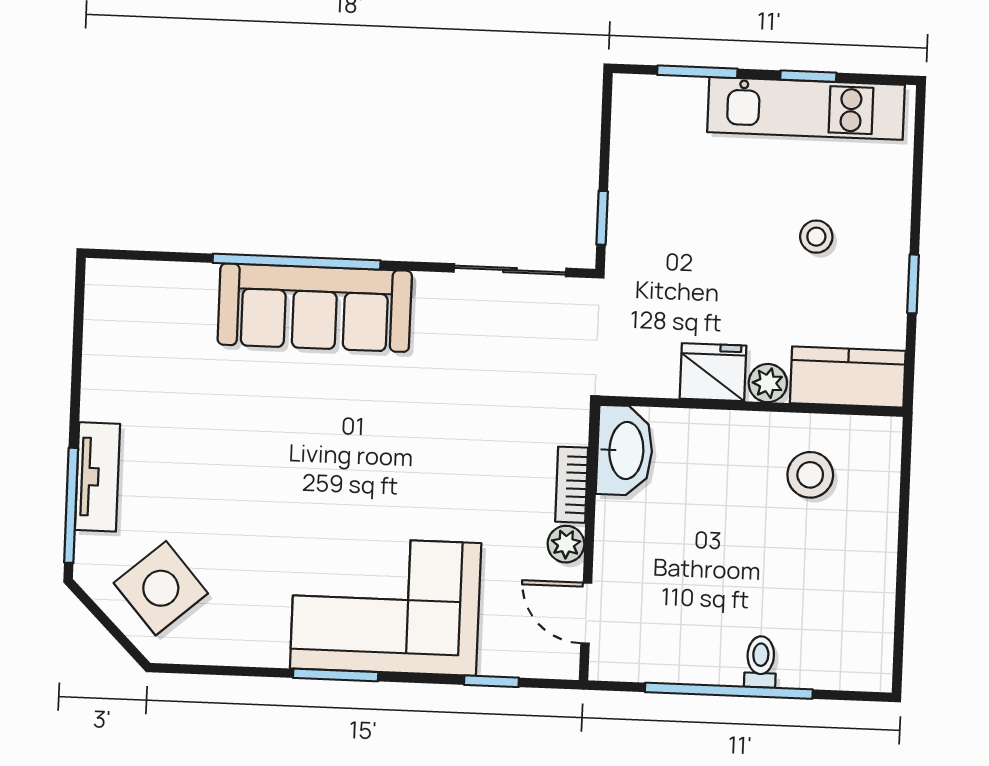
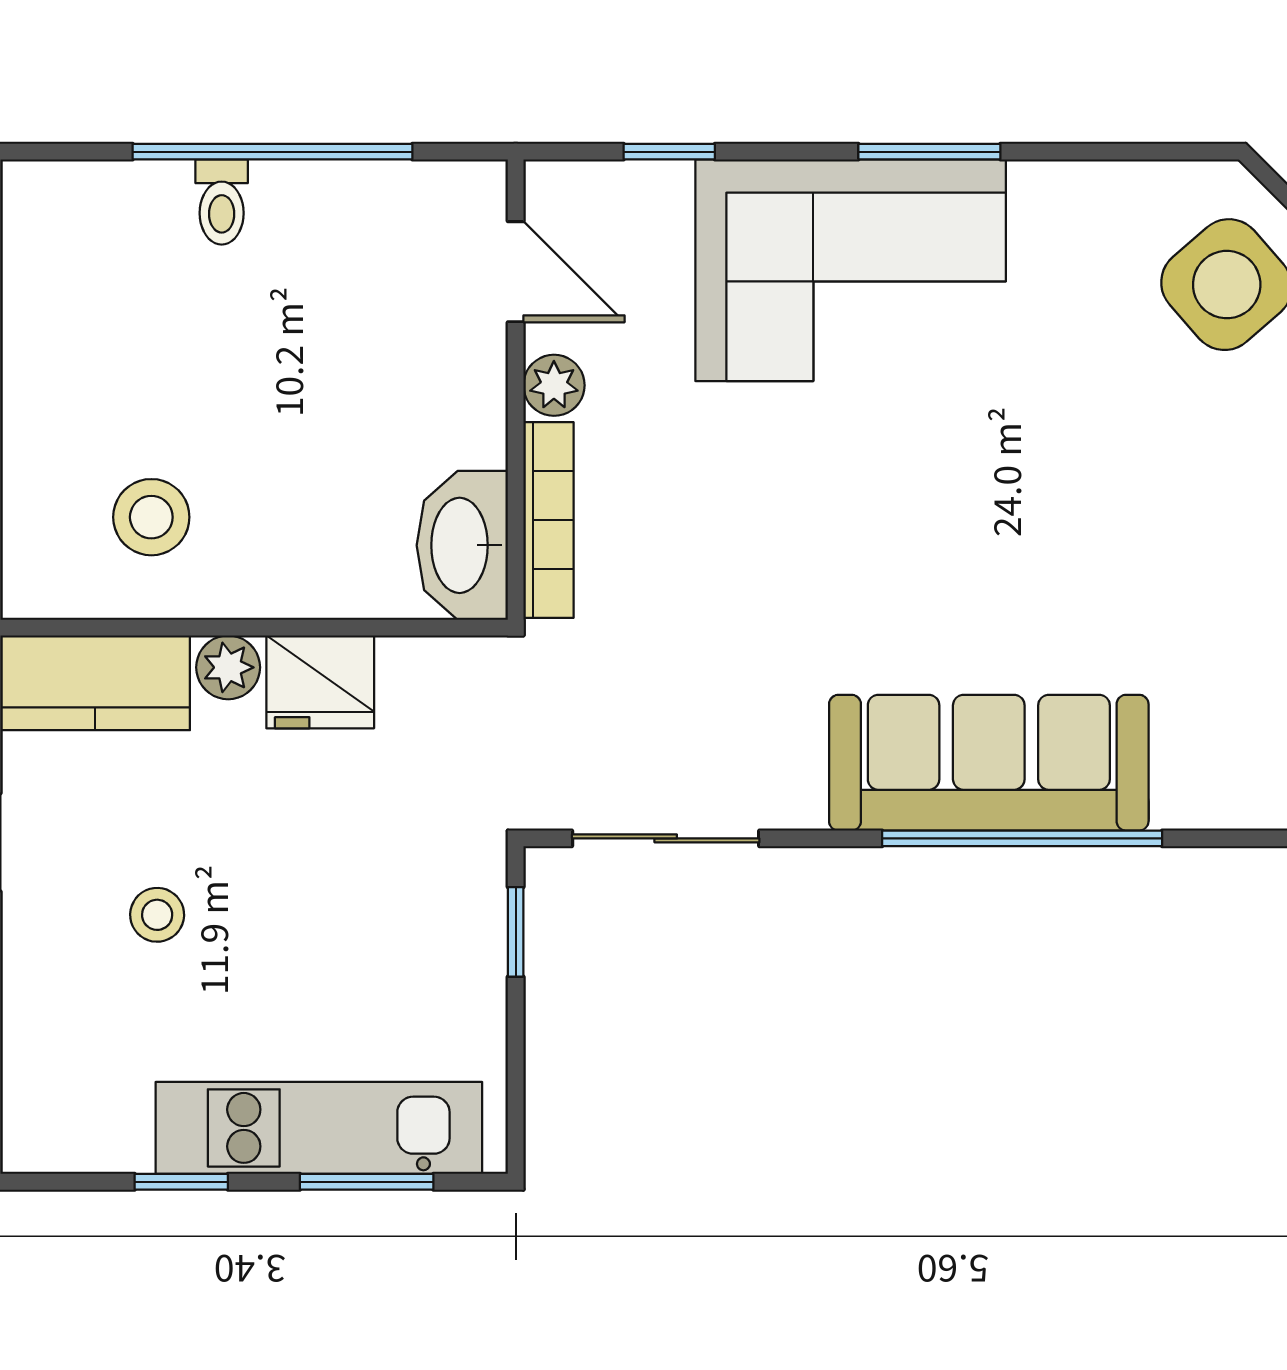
kitchen unit: (806, 108) -> (319, 1128), moved
bookcase: (572, 485) -> (548, 520), width x1.56

